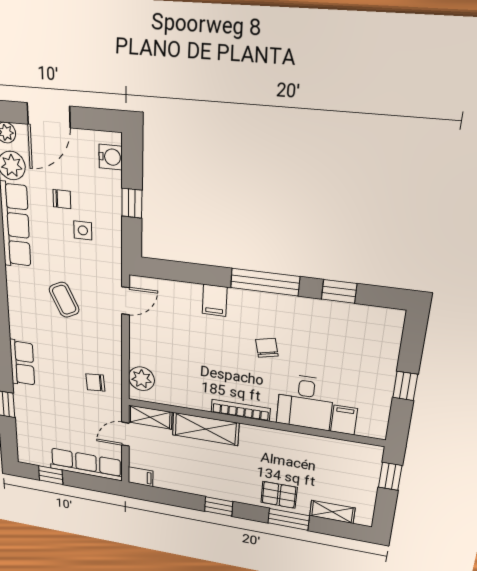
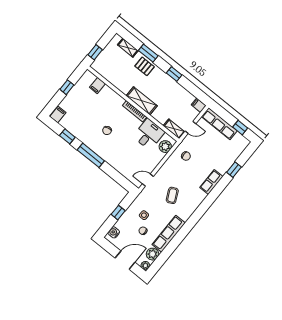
filing cabinet: (215, 300) -> (58, 115), moved
desk: (305, 402) -> (149, 134), moved
shelving: (206, 429) -> (142, 101), moved

